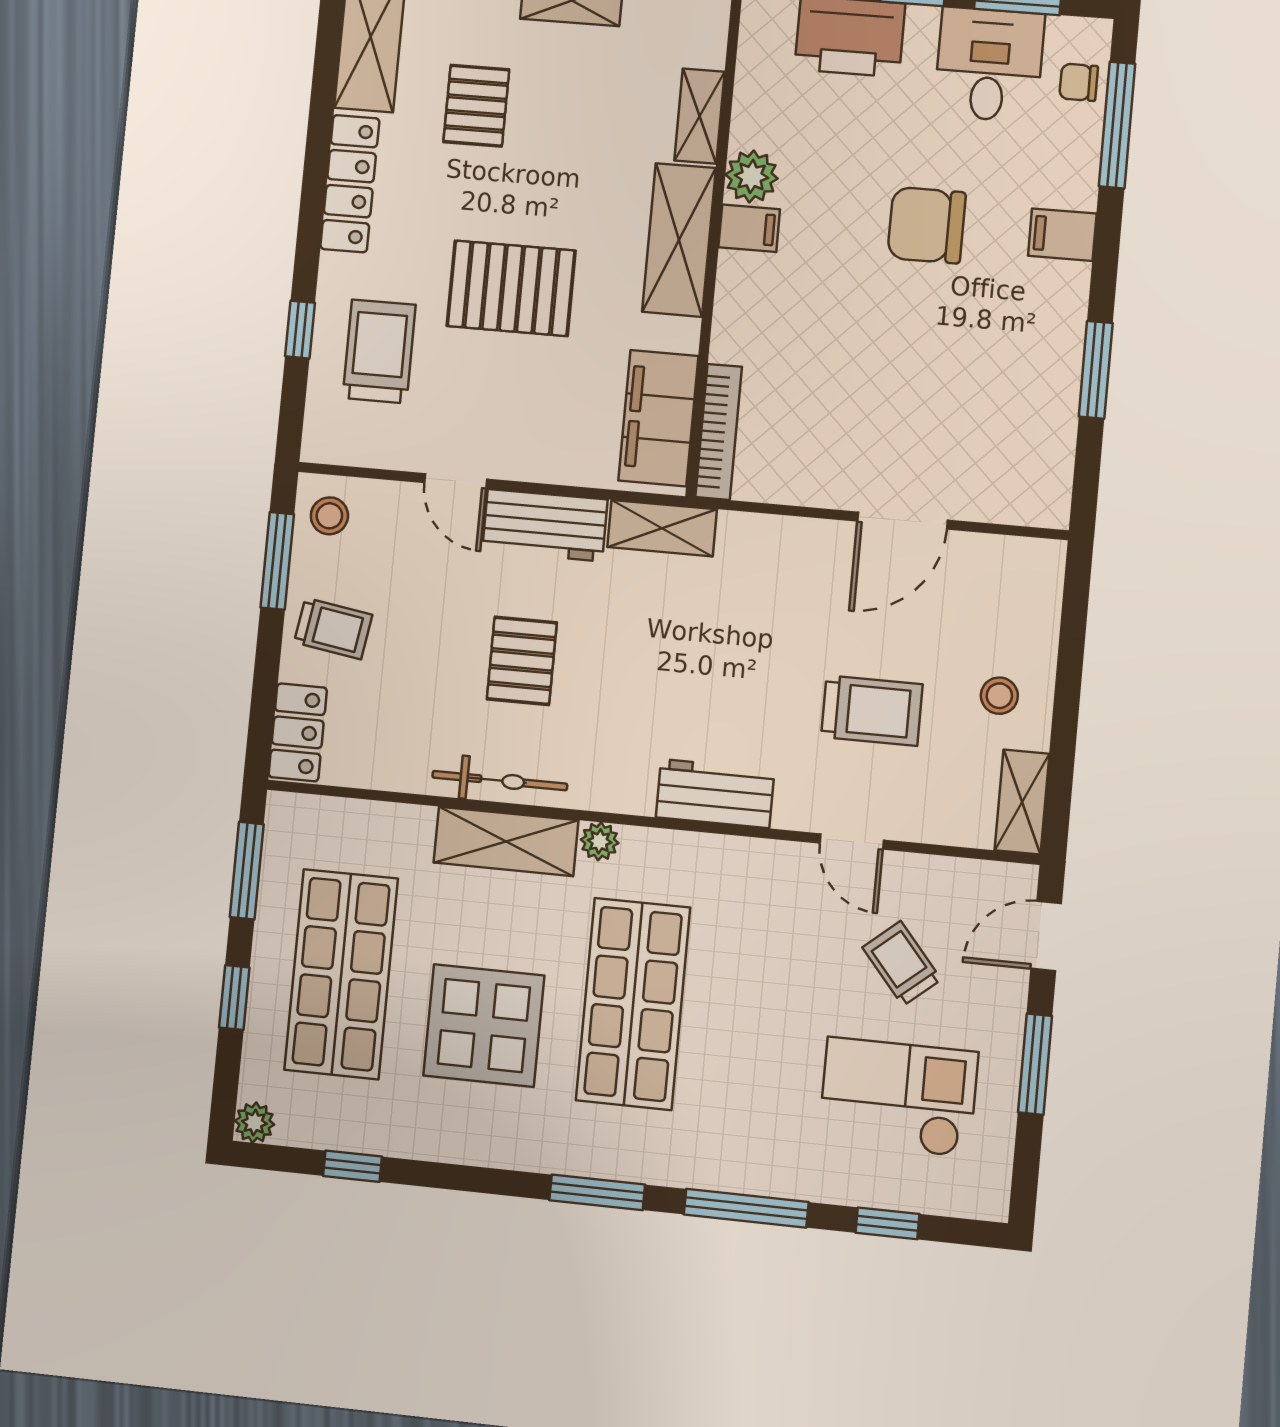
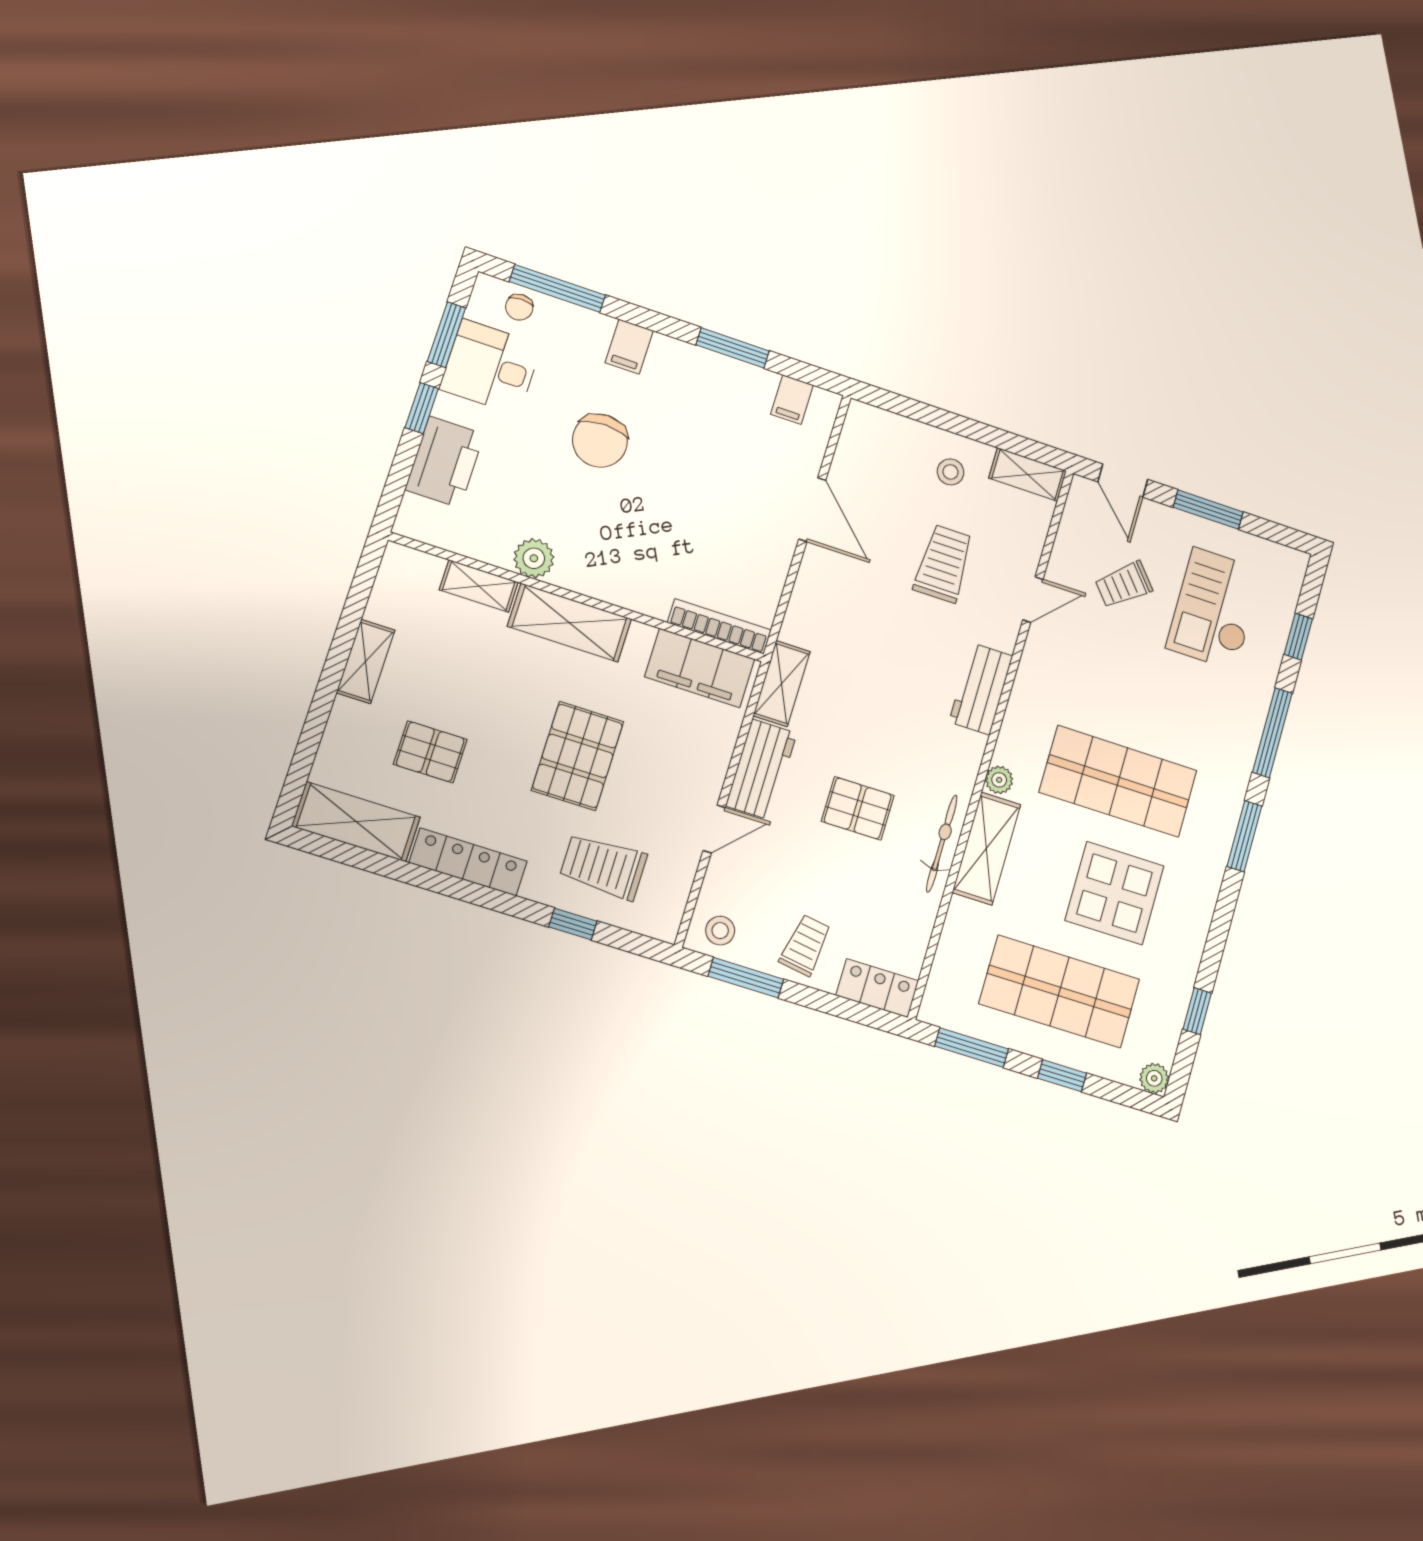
filing cabinet: (749, 228) -> (792, 400), moved, turned 180

